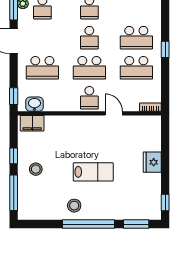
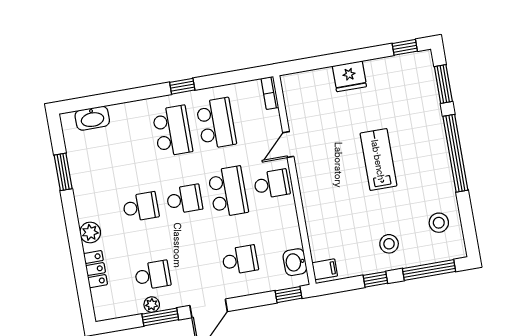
school desk: (42, 68) -> (240, 260), width x0.54
filing cabinet: (32, 123) -> (325, 269), width x0.50
stool: (74, 206) -> (439, 223), moved

